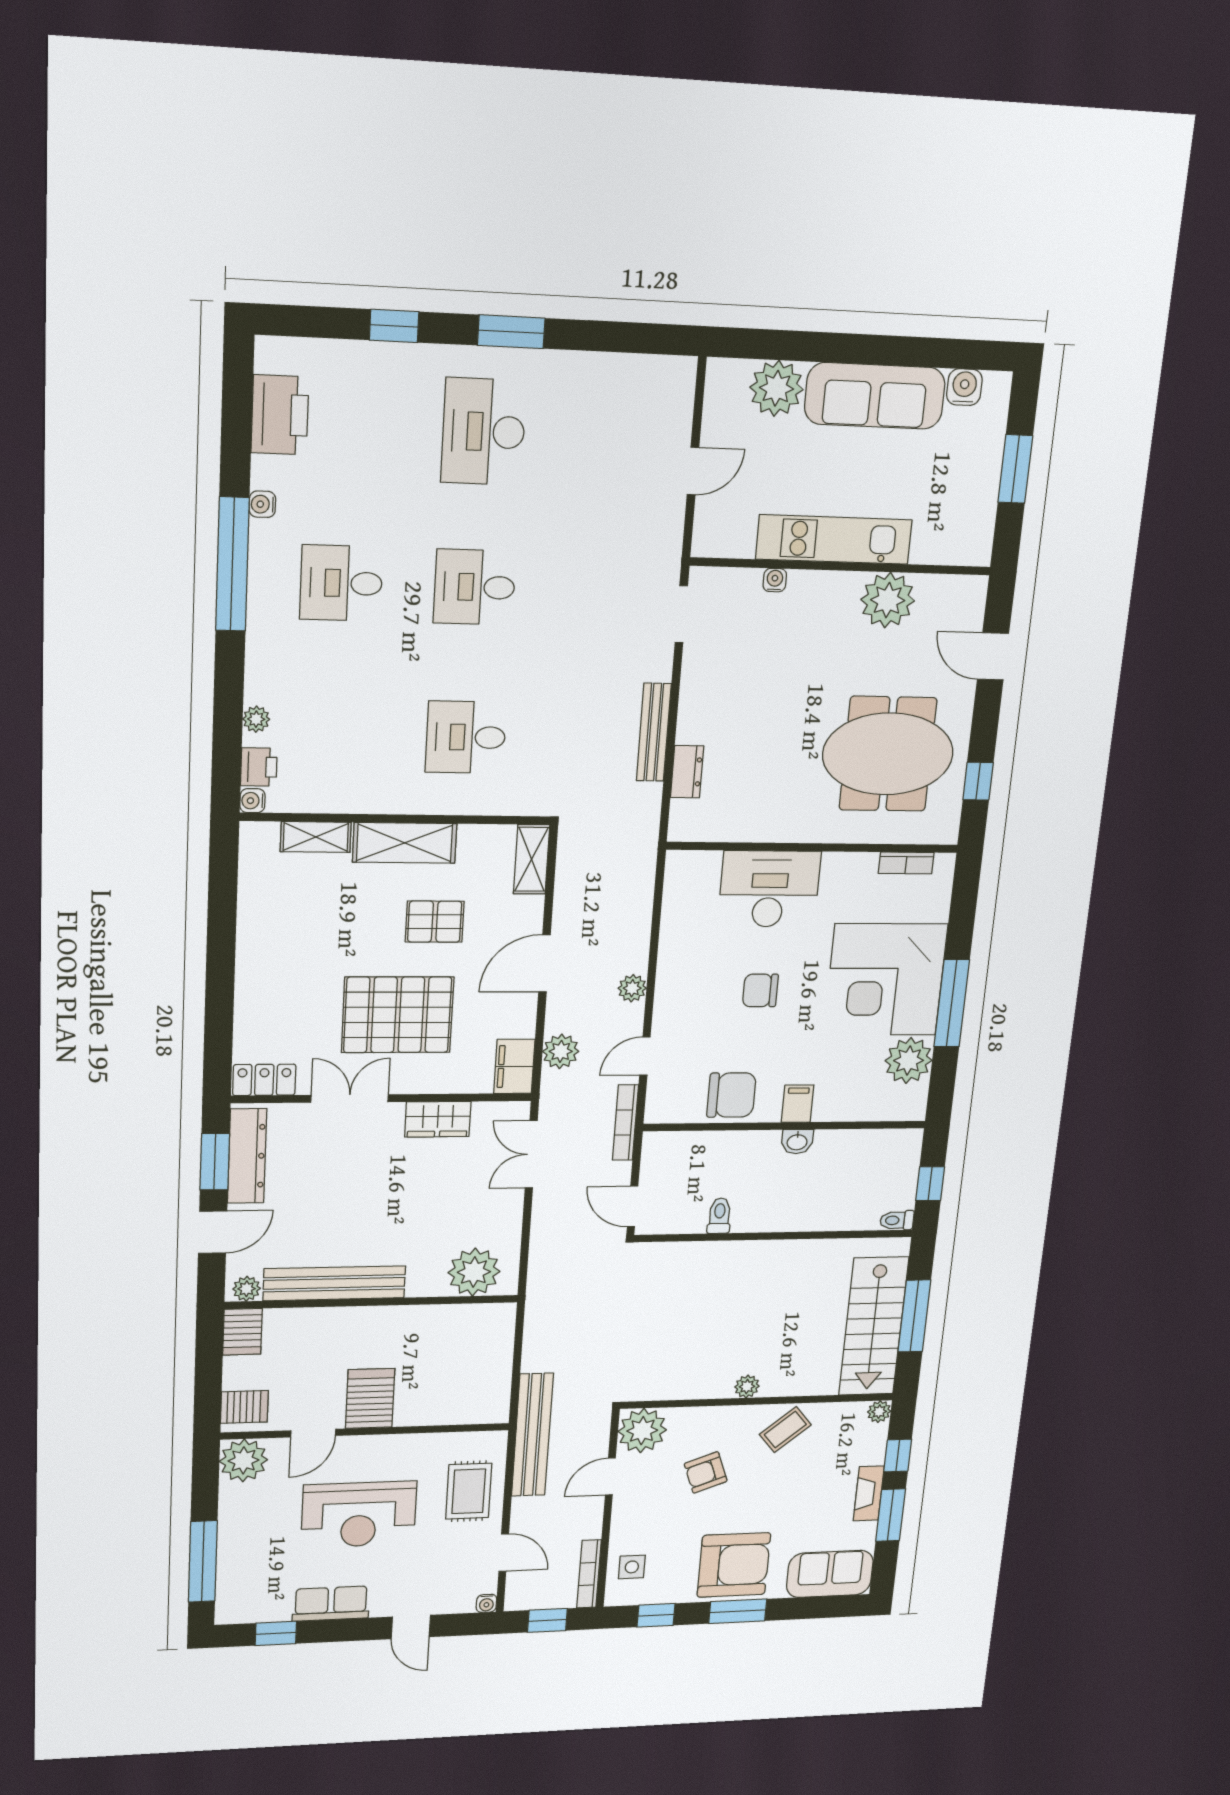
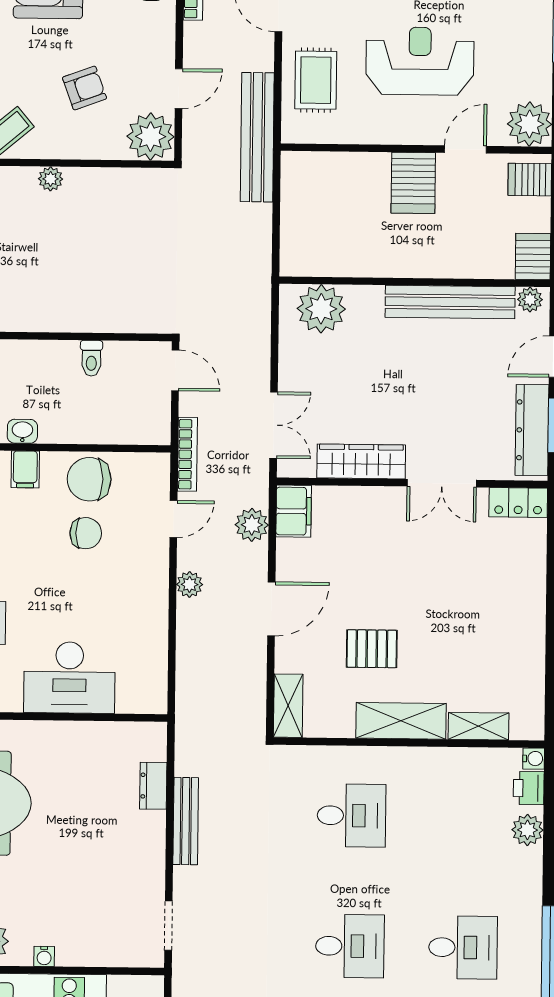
water cooler: (775, 580) -> (44, 956), moved
plant: (256, 719) -> (527, 830), width x1.38, depth x1.38
chair: (760, 990) -> (86, 533), moved
pallet: (398, 1015) -> (401, 562), removed
wardrobe: (438, 1119) -> (361, 461), width x1.50

